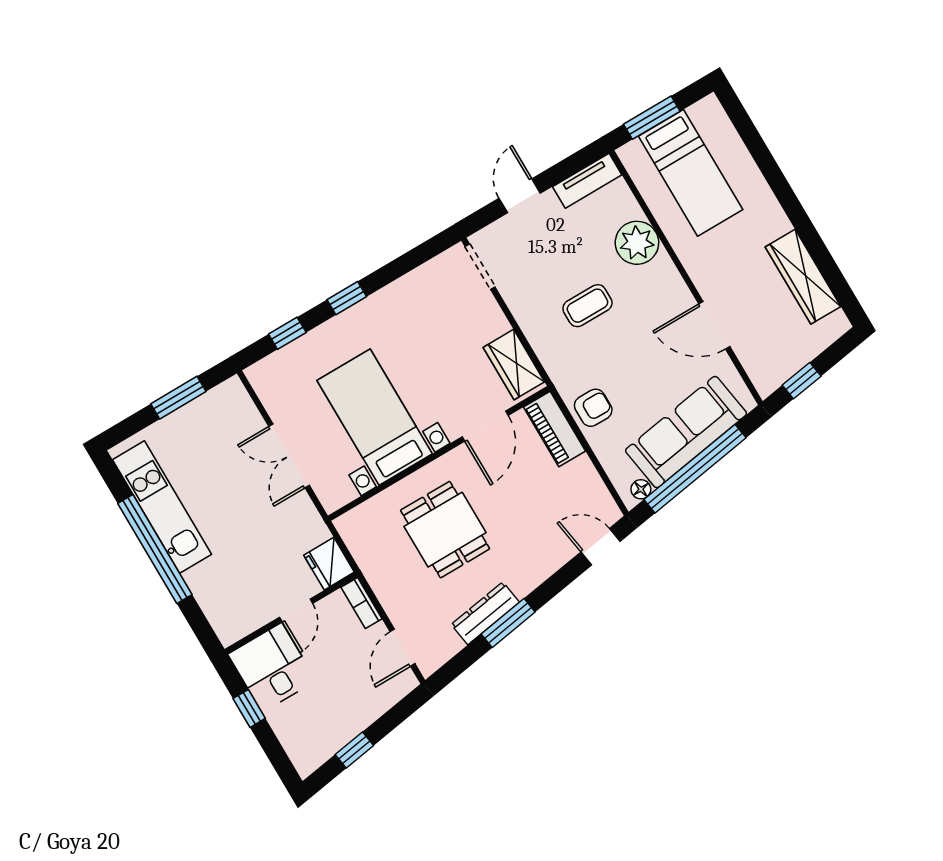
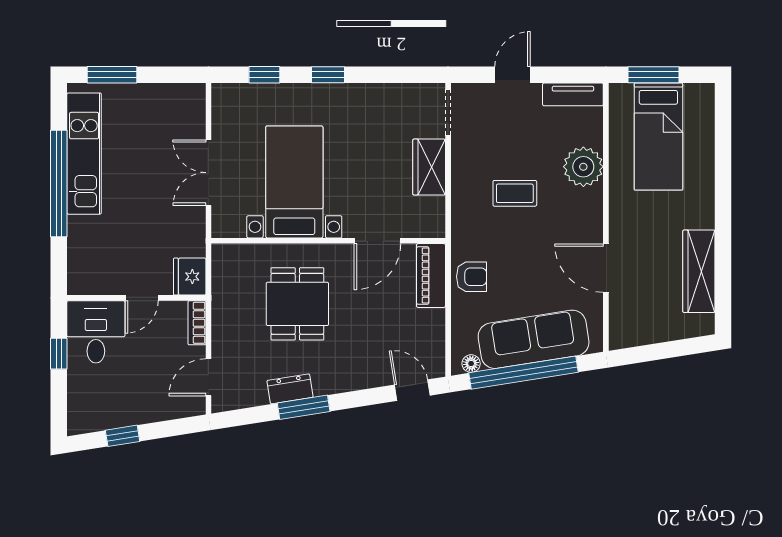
wardrobe: (514, 365) -> (429, 167), moved
window: (802, 381) -> (649, 353), removed
window: (178, 398) -> (112, 75), moved
dresser: (485, 613) -> (290, 389), width x0.70

